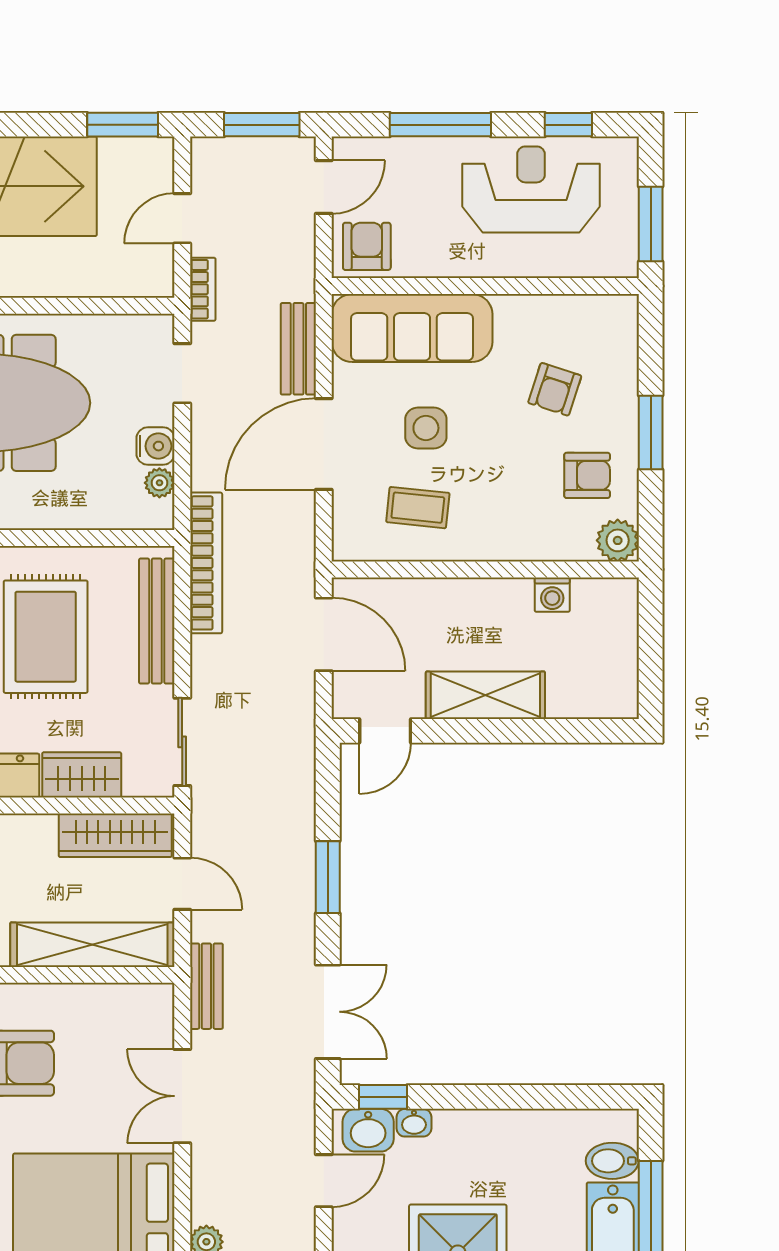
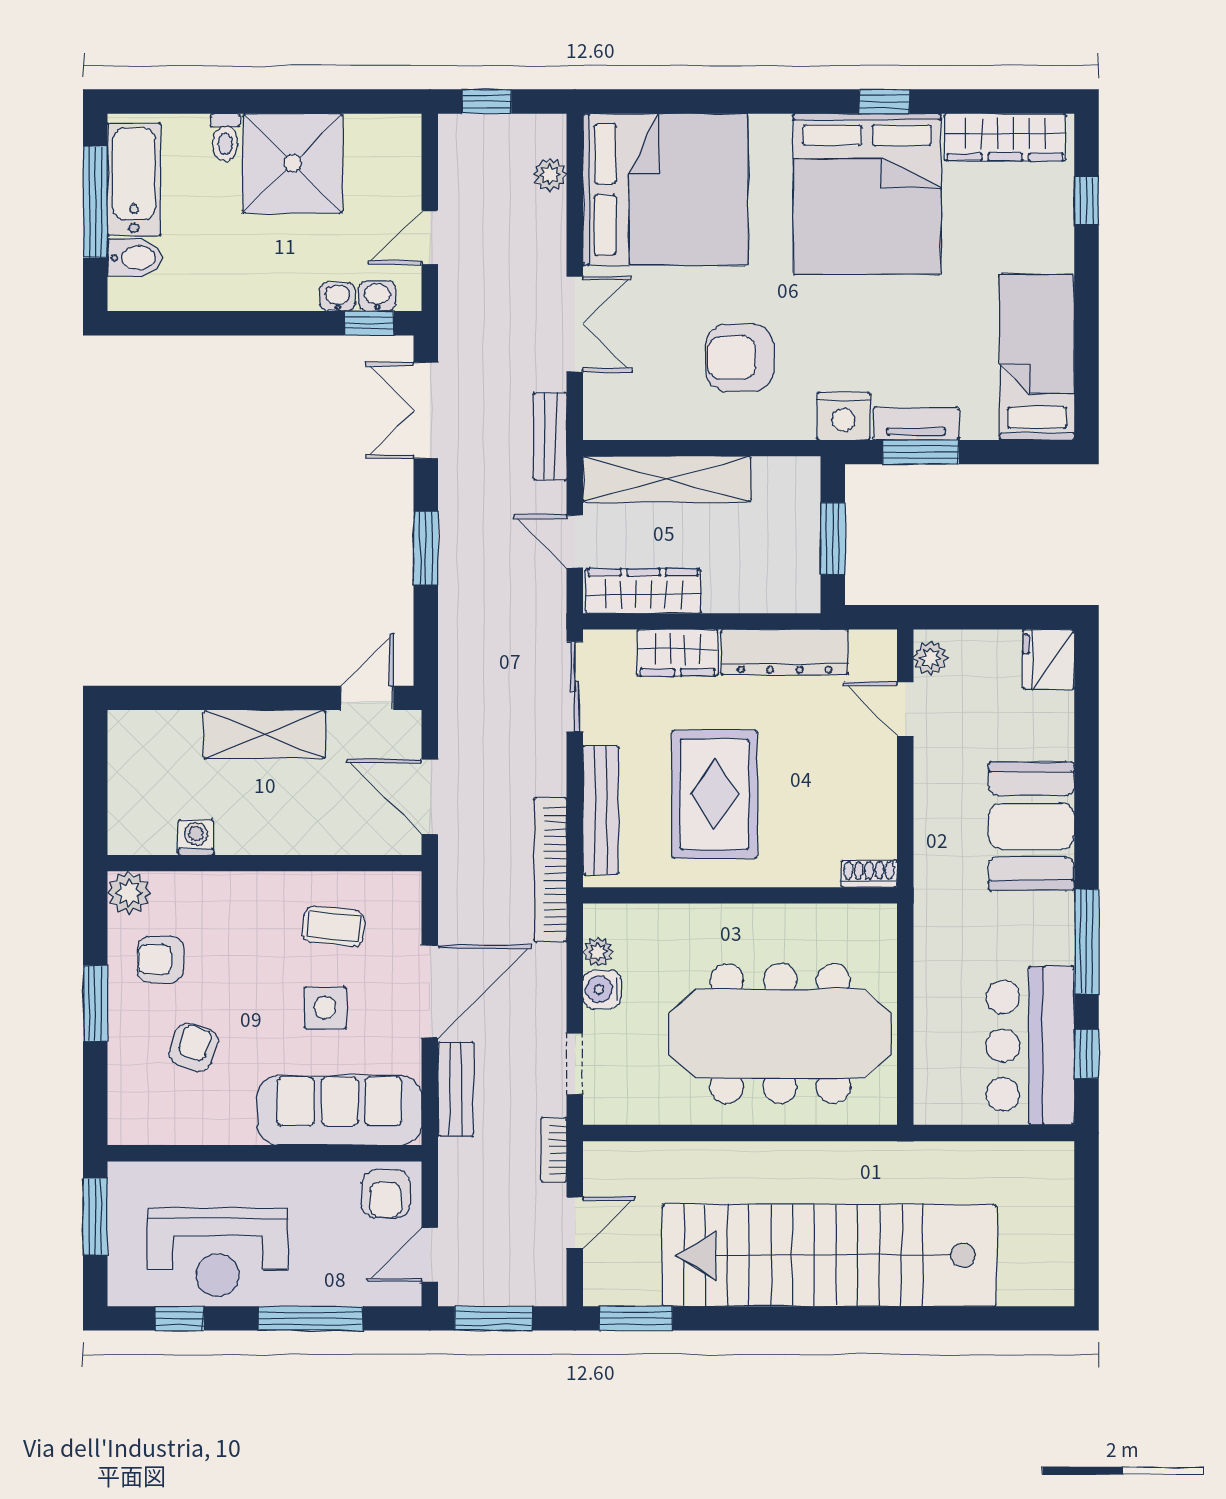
washbasin: (368, 1130) -> (377, 296), width x0.72, depth x0.69

